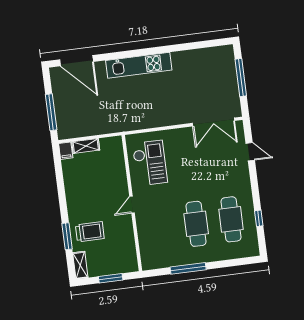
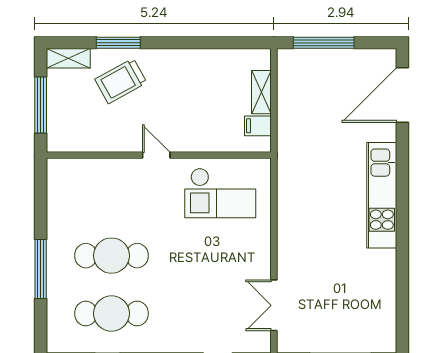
double door: (213, 122) -> (274, 305), width x0.73
filing cabinet: (66, 151) -> (258, 126), moved
trolley: (90, 232) -> (121, 81), turned 61
window: (188, 268) -> (41, 269), moved
window: (111, 278) -> (41, 105), width x1.44

